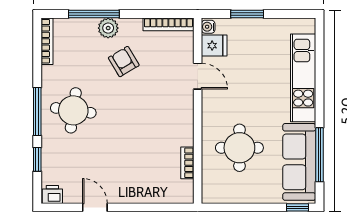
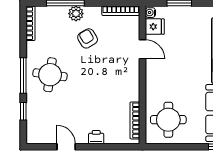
round table: (239, 148) -> (168, 120), moved
bookcase: (187, 163) -> (135, 120), width x1.56
printer: (52, 194) -> (96, 137), moved

